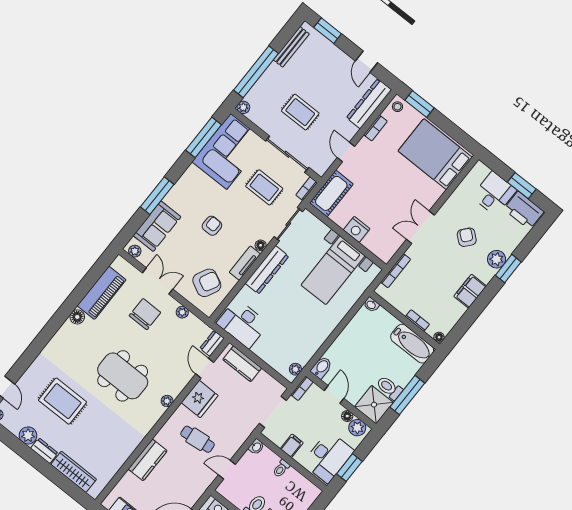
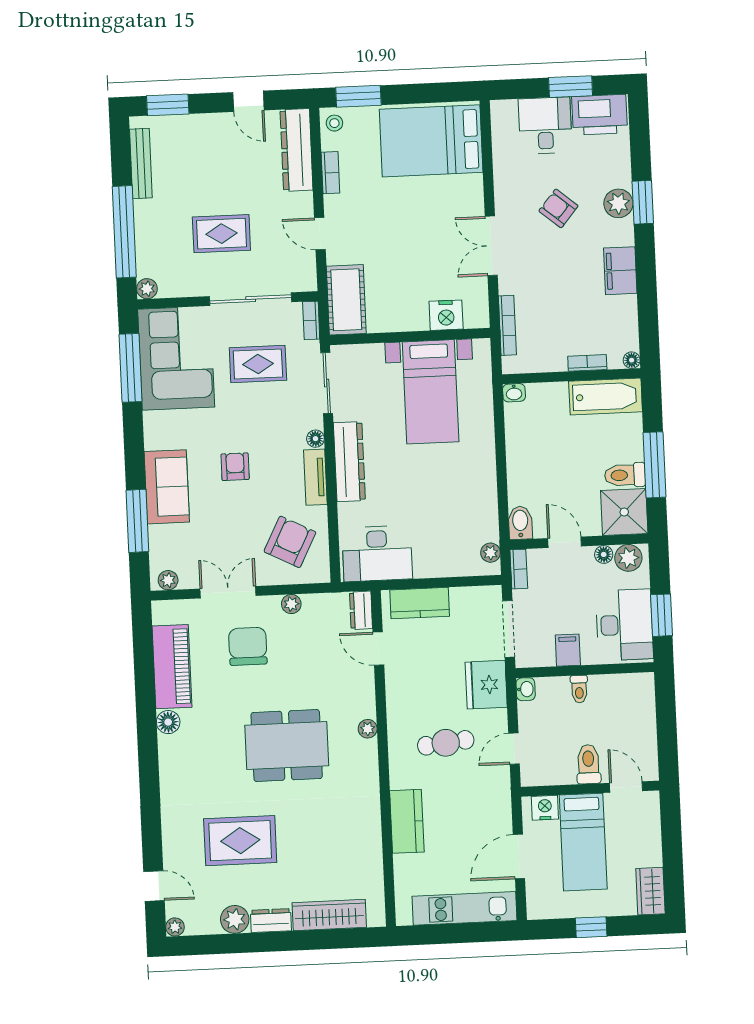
window: (157, 196) -> (137, 521), moved
sofa: (157, 226) -> (167, 487), moved
nightstand: (357, 229) -> (446, 315), moved
fridge: (200, 399) -> (486, 685), moved, turned 180

